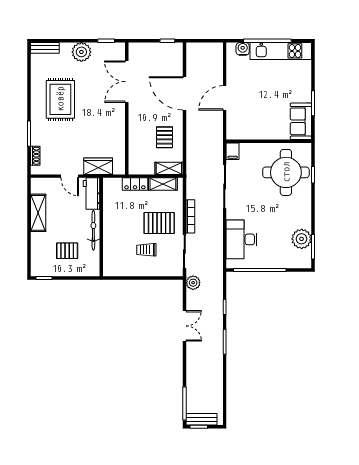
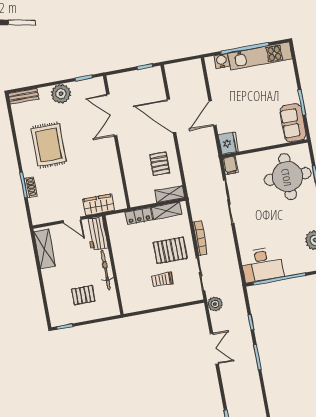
fridge: (235, 130) -> (228, 143), added
shoe rack: (35, 156) -> (30, 187), moved
shelving: (38, 213) -> (45, 249), moved
desk: (242, 239) -> (262, 265), moved, turned -90

